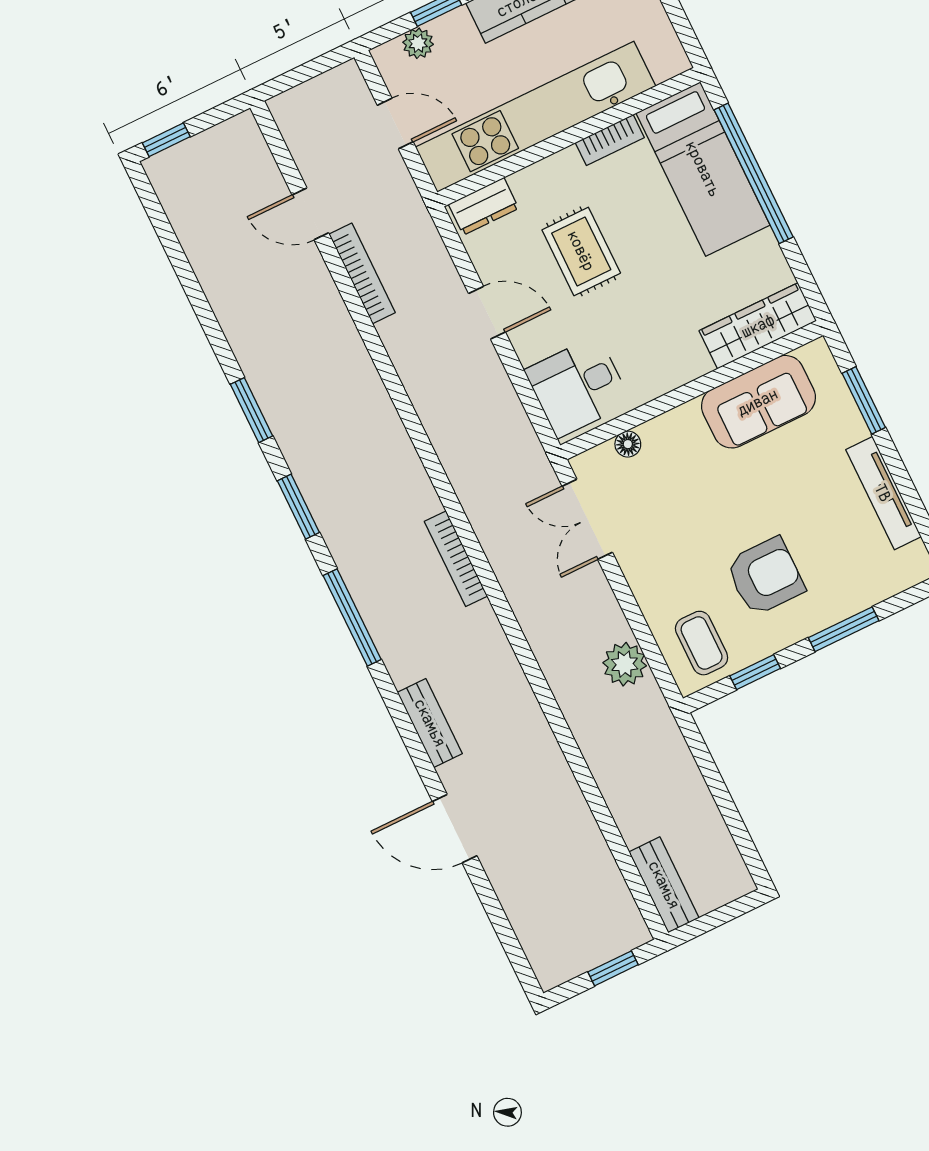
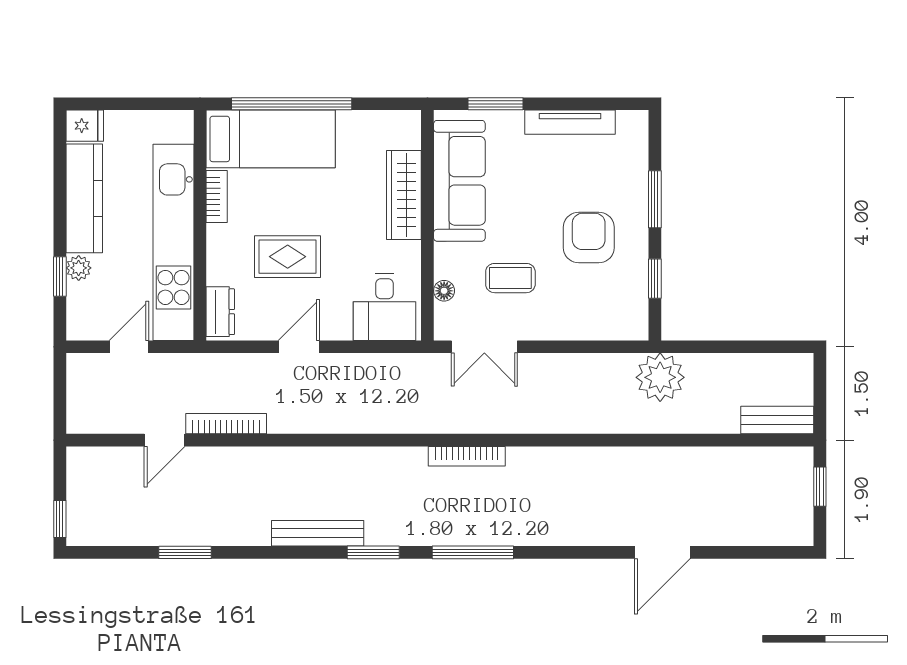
plant: (418, 43) -> (79, 268), moved
wardrobe: (758, 326) -> (404, 195), moved
sofa: (758, 402) -> (459, 181), width x1.36
window: (251, 410) -> (185, 552), moved
coffee table: (702, 643) -> (510, 278), moved
plant: (625, 664) -> (660, 377), moved, width x1.36, depth x1.36
bench: (430, 723) -> (318, 533), moved, width x1.36

